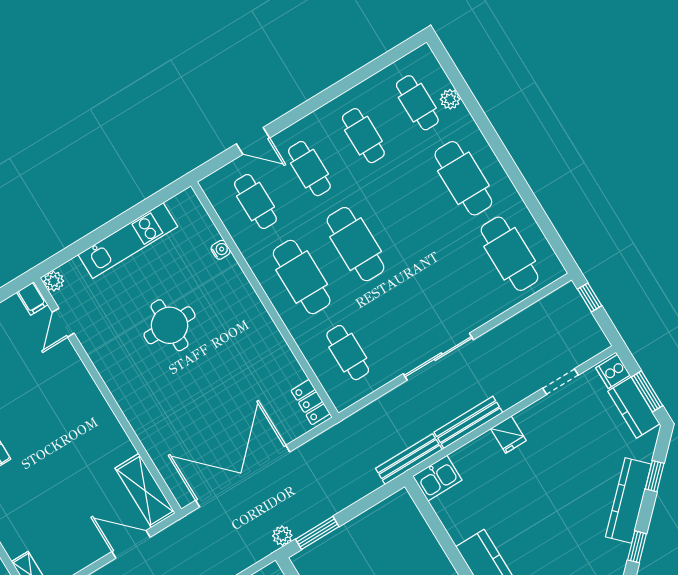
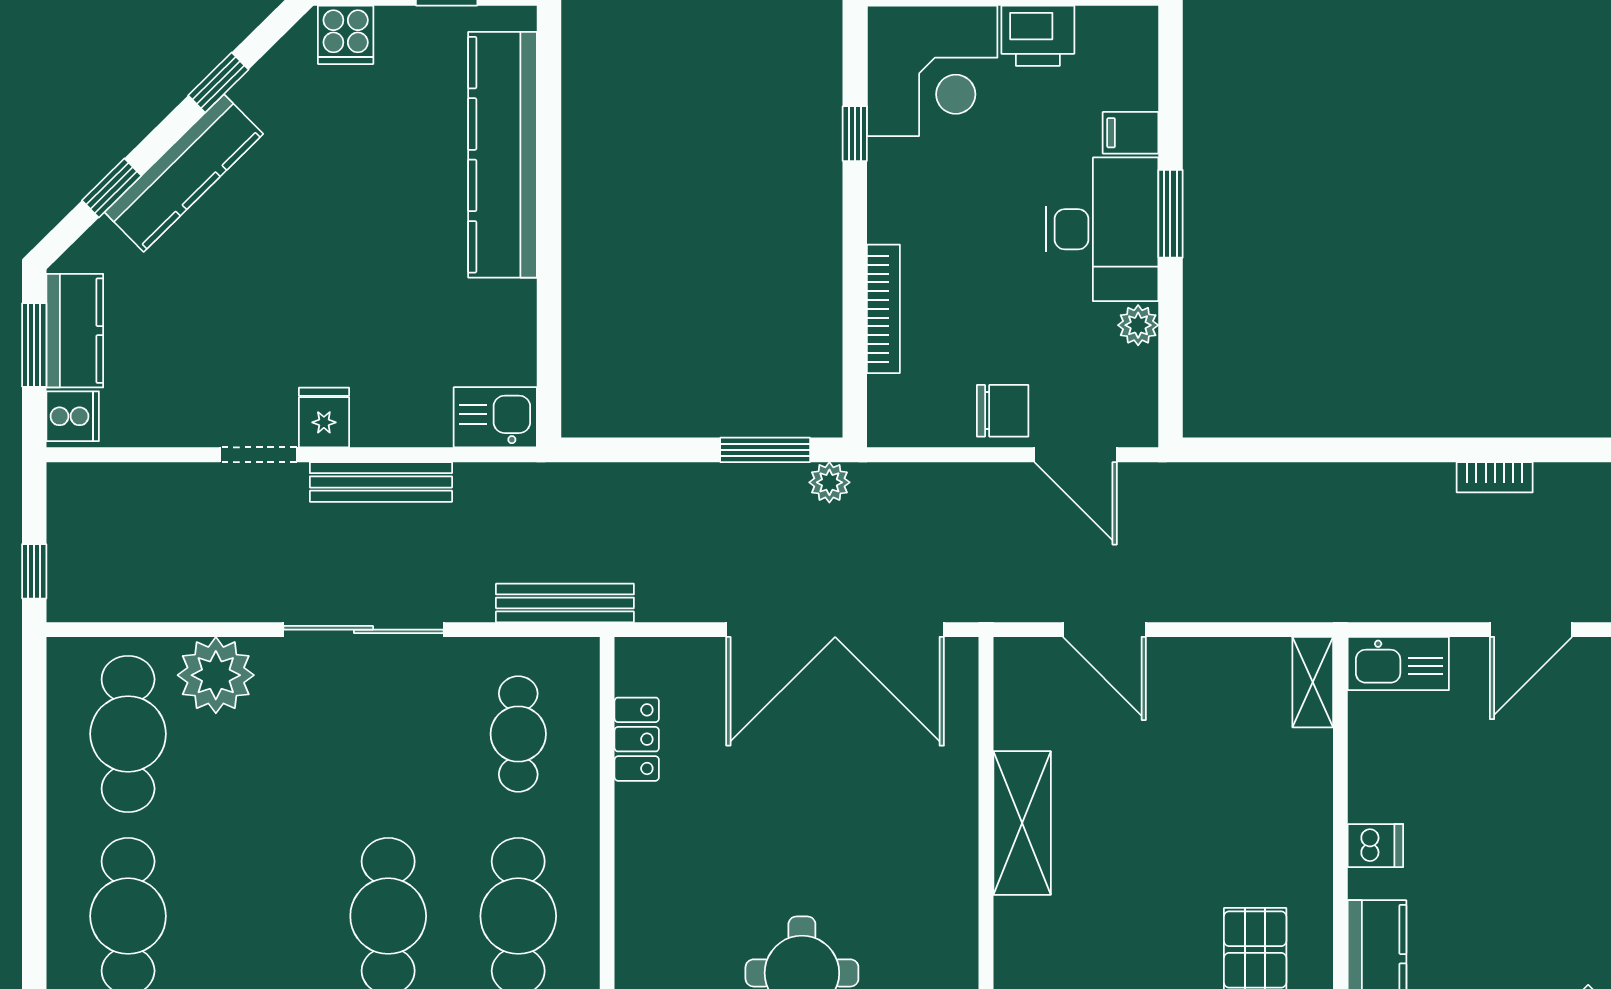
plant: (488, 300) -> (216, 675), added
doorway: (560, 382) -> (258, 455), moved
locker: (310, 402) -> (637, 739), moved
bench: (409, 459) -> (565, 603), moved
shelving: (145, 491) -> (1022, 823), moved

